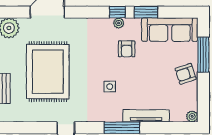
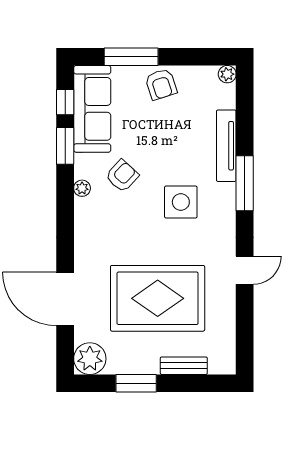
window: (117, 12) -> (65, 102), moved
armchair: (127, 49) -> (122, 176), turned -47
side table: (110, 87) -> (181, 202), width x1.87, depth x1.87

